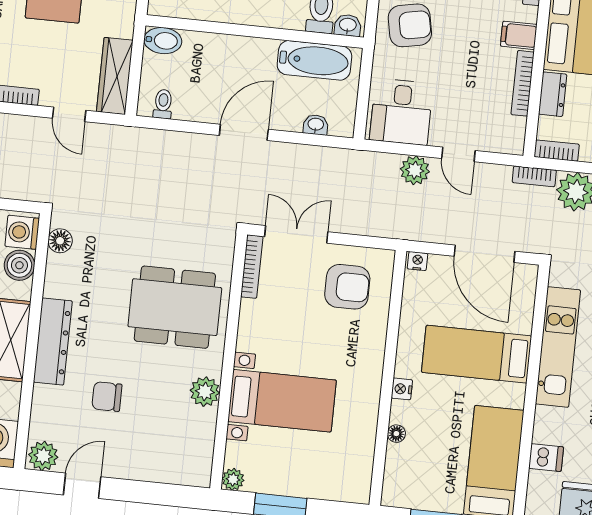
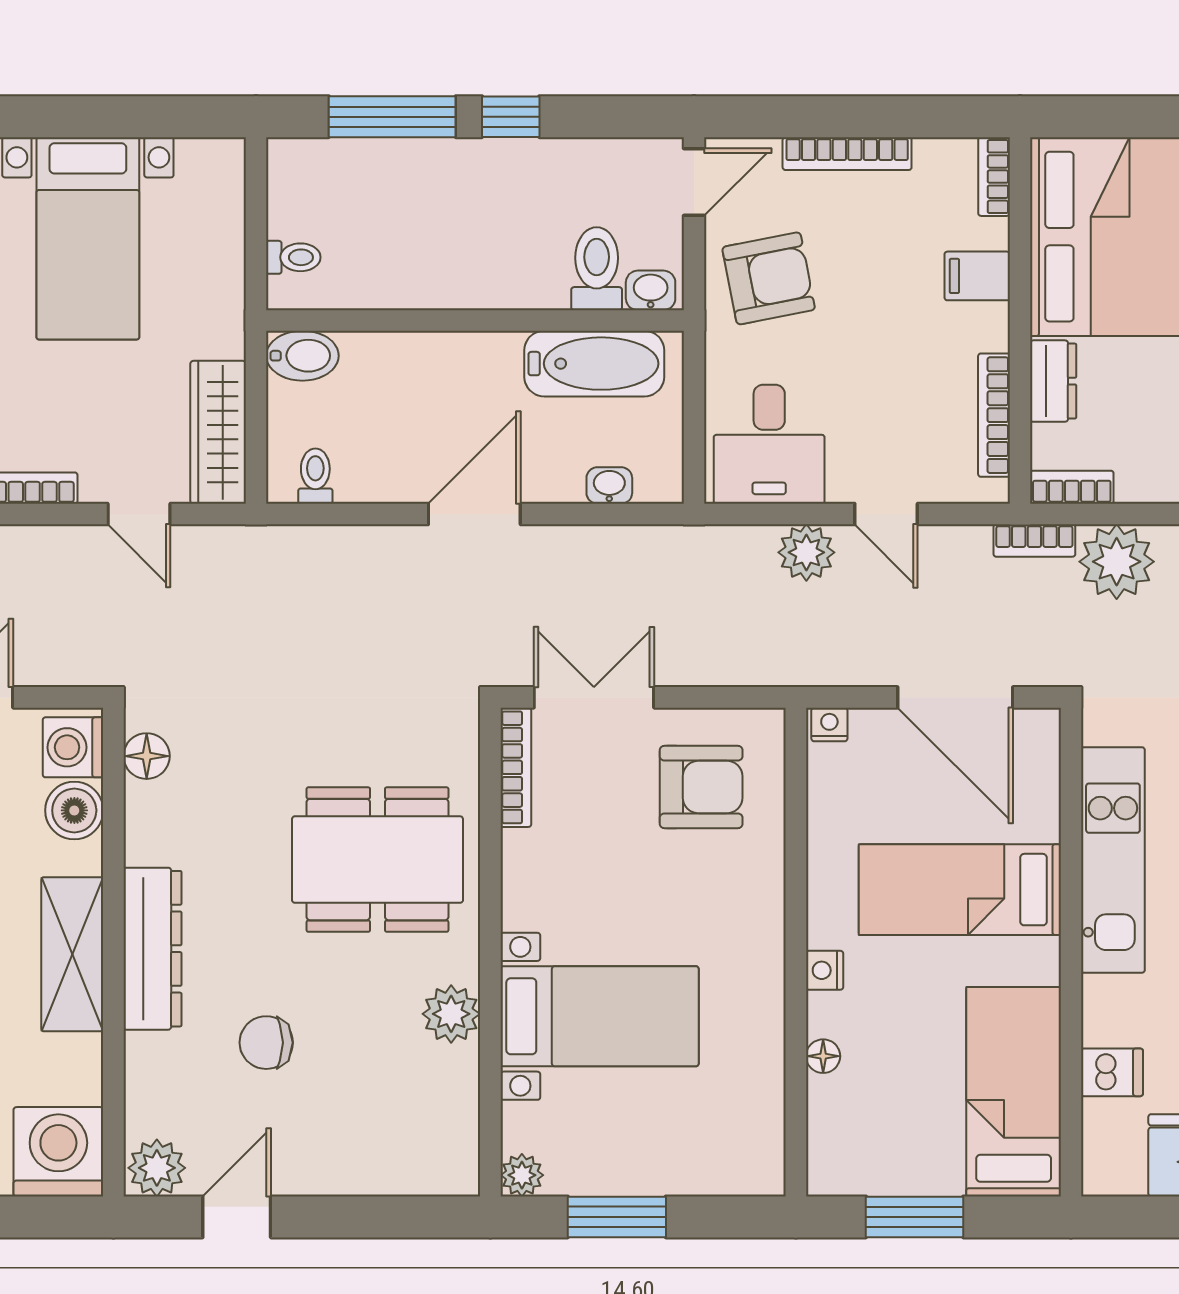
bookcase: (523, 83) -> (994, 415), moved

